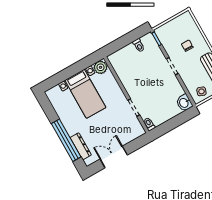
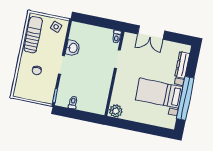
bed with nightstands: (85, 94) -> (159, 93), moved, turned -90
washbasin: (184, 103) -> (73, 48), moved
window: (66, 140) -> (185, 98), moved
double door: (114, 157) -> (151, 33), moved

